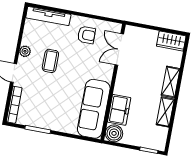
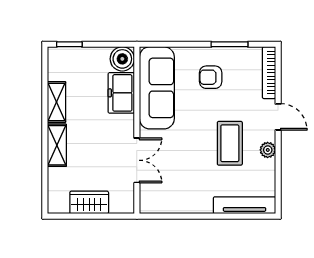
armchair: (87, 35) -> (211, 77), moved
wardrobe: (171, 41) -> (89, 202), moved
double door: (119, 49) -> (137, 160), moved
coffee table: (50, 61) -> (230, 143), width x1.36, depth x1.30

